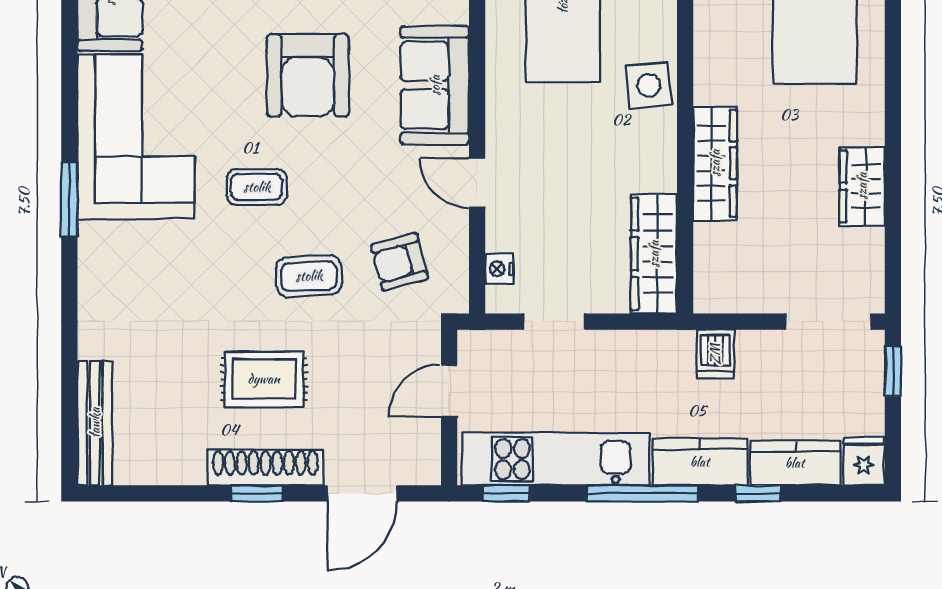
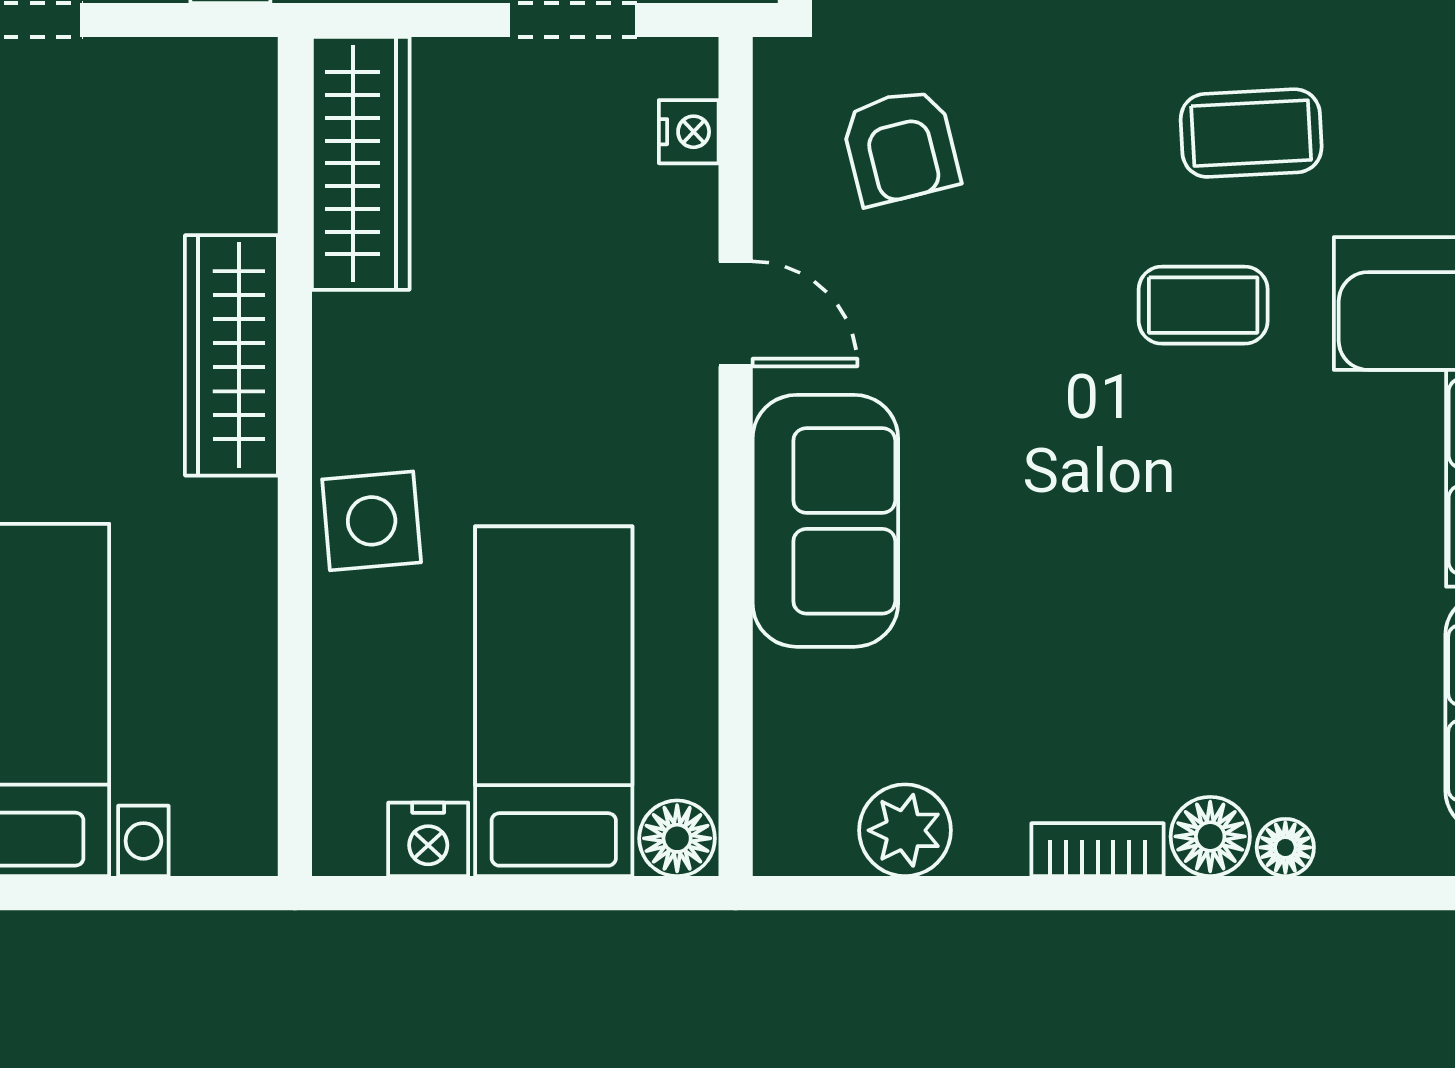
armchair: (308, 75) -> (1095, 542), removed
armchair: (399, 262) -> (900, 147), turned 91
coffee table: (309, 276) -> (1251, 133), moved

